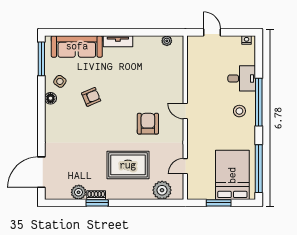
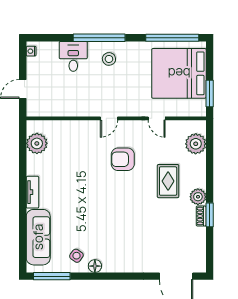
plant: (167, 41) -> (37, 143), width x1.88, depth x1.88
armchair: (91, 97) -> (94, 221), removed
rug: (128, 165) -> (168, 181), width x0.73, depth x0.70
door: (185, 166) -> (157, 118), moved
bed: (232, 175) -> (179, 73), width x1.36
plant: (79, 192) -> (198, 197), moved
window: (219, 203) -> (210, 94), moved

